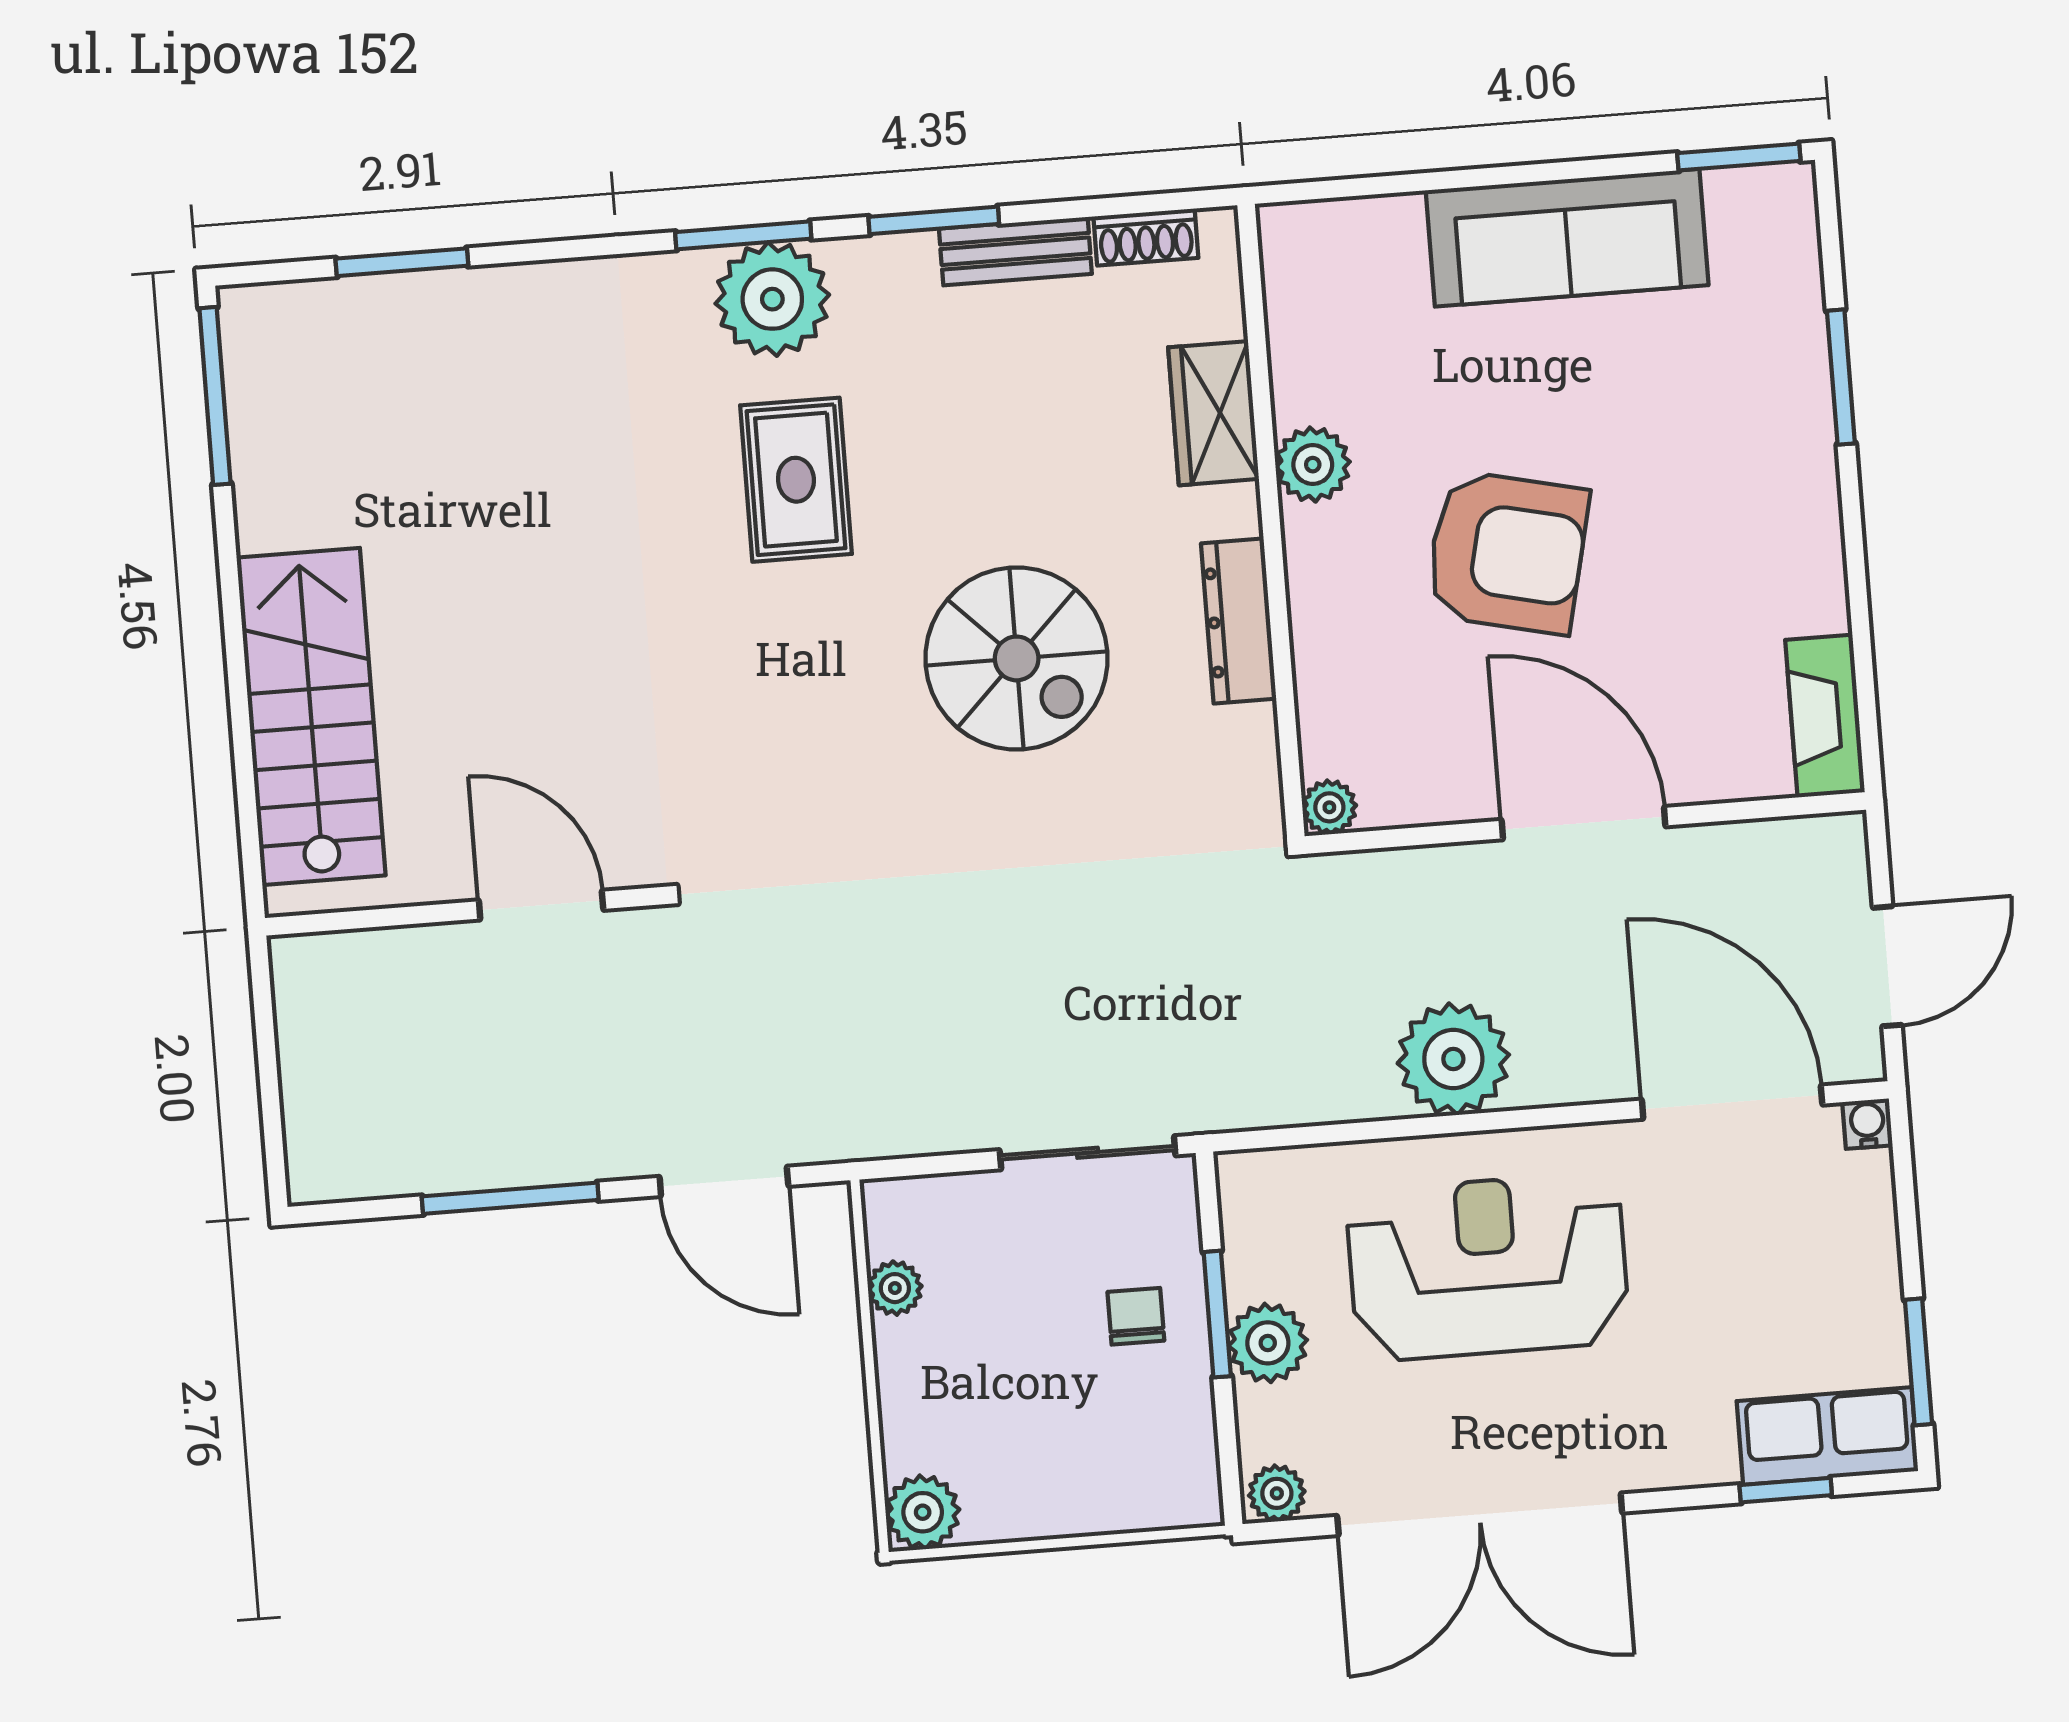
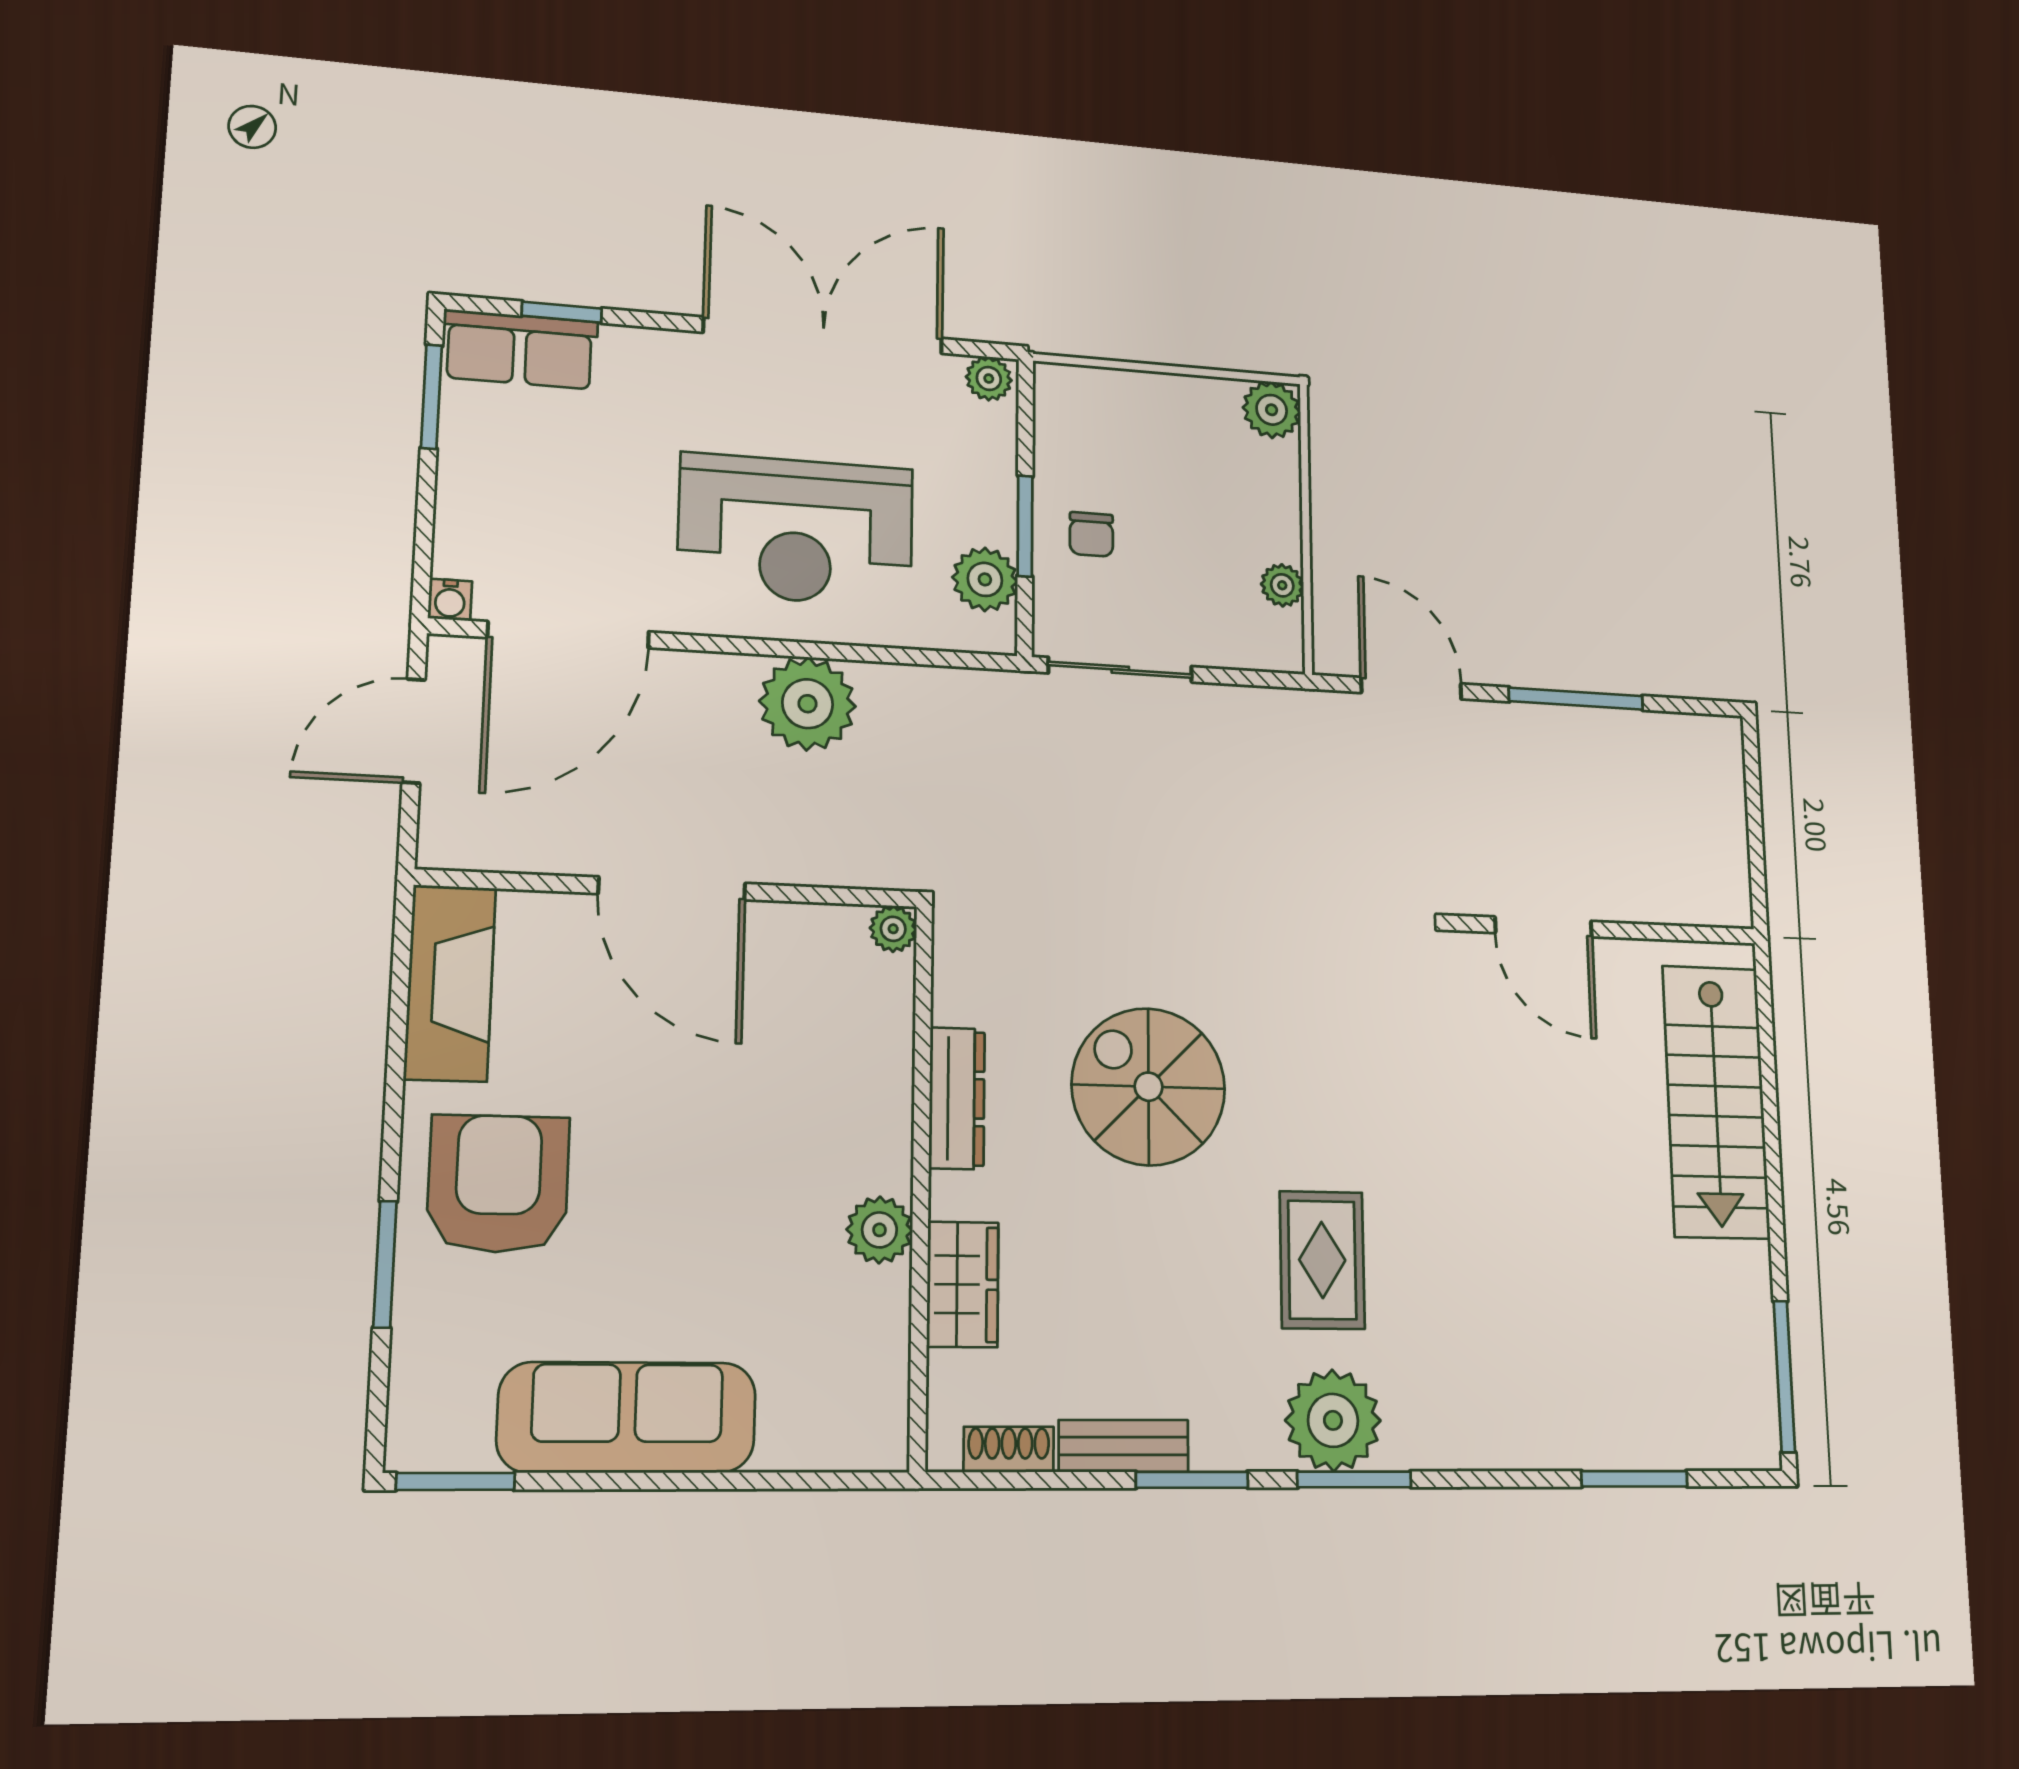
armchair: (1507, 552) -> (498, 1184), moved, turned 77
fireplace: (1825, 716) -> (450, 983), width x1.37, depth x1.32
door: (1732, 1102) -> (568, 635), hinge flipped
plant: (1268, 1343) -> (985, 579), moved

